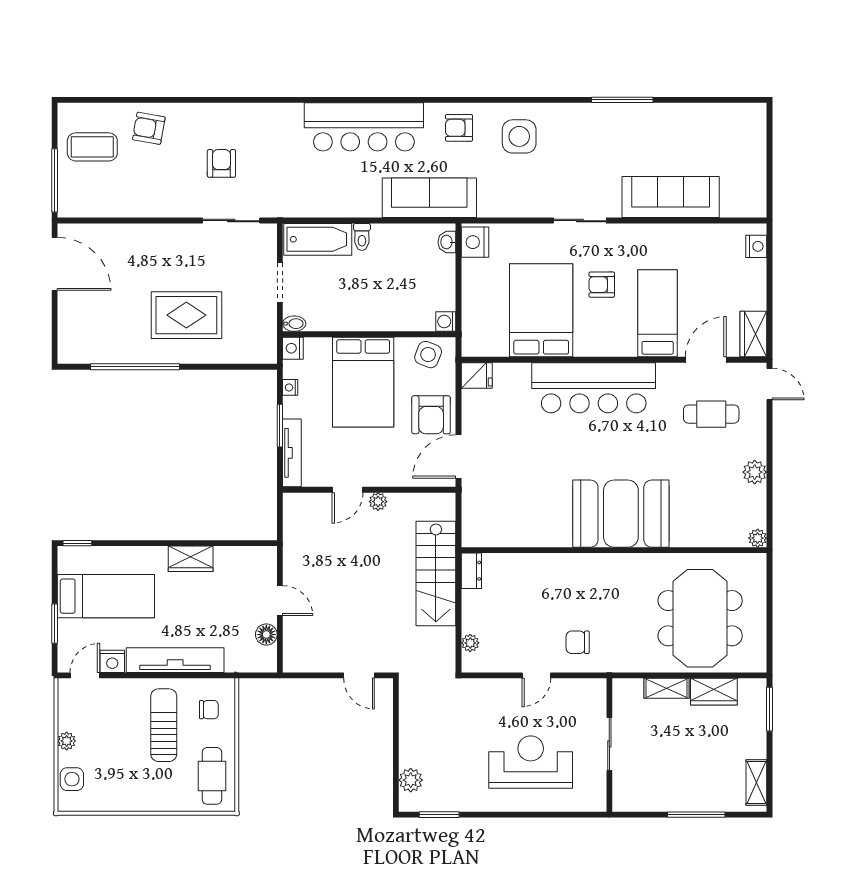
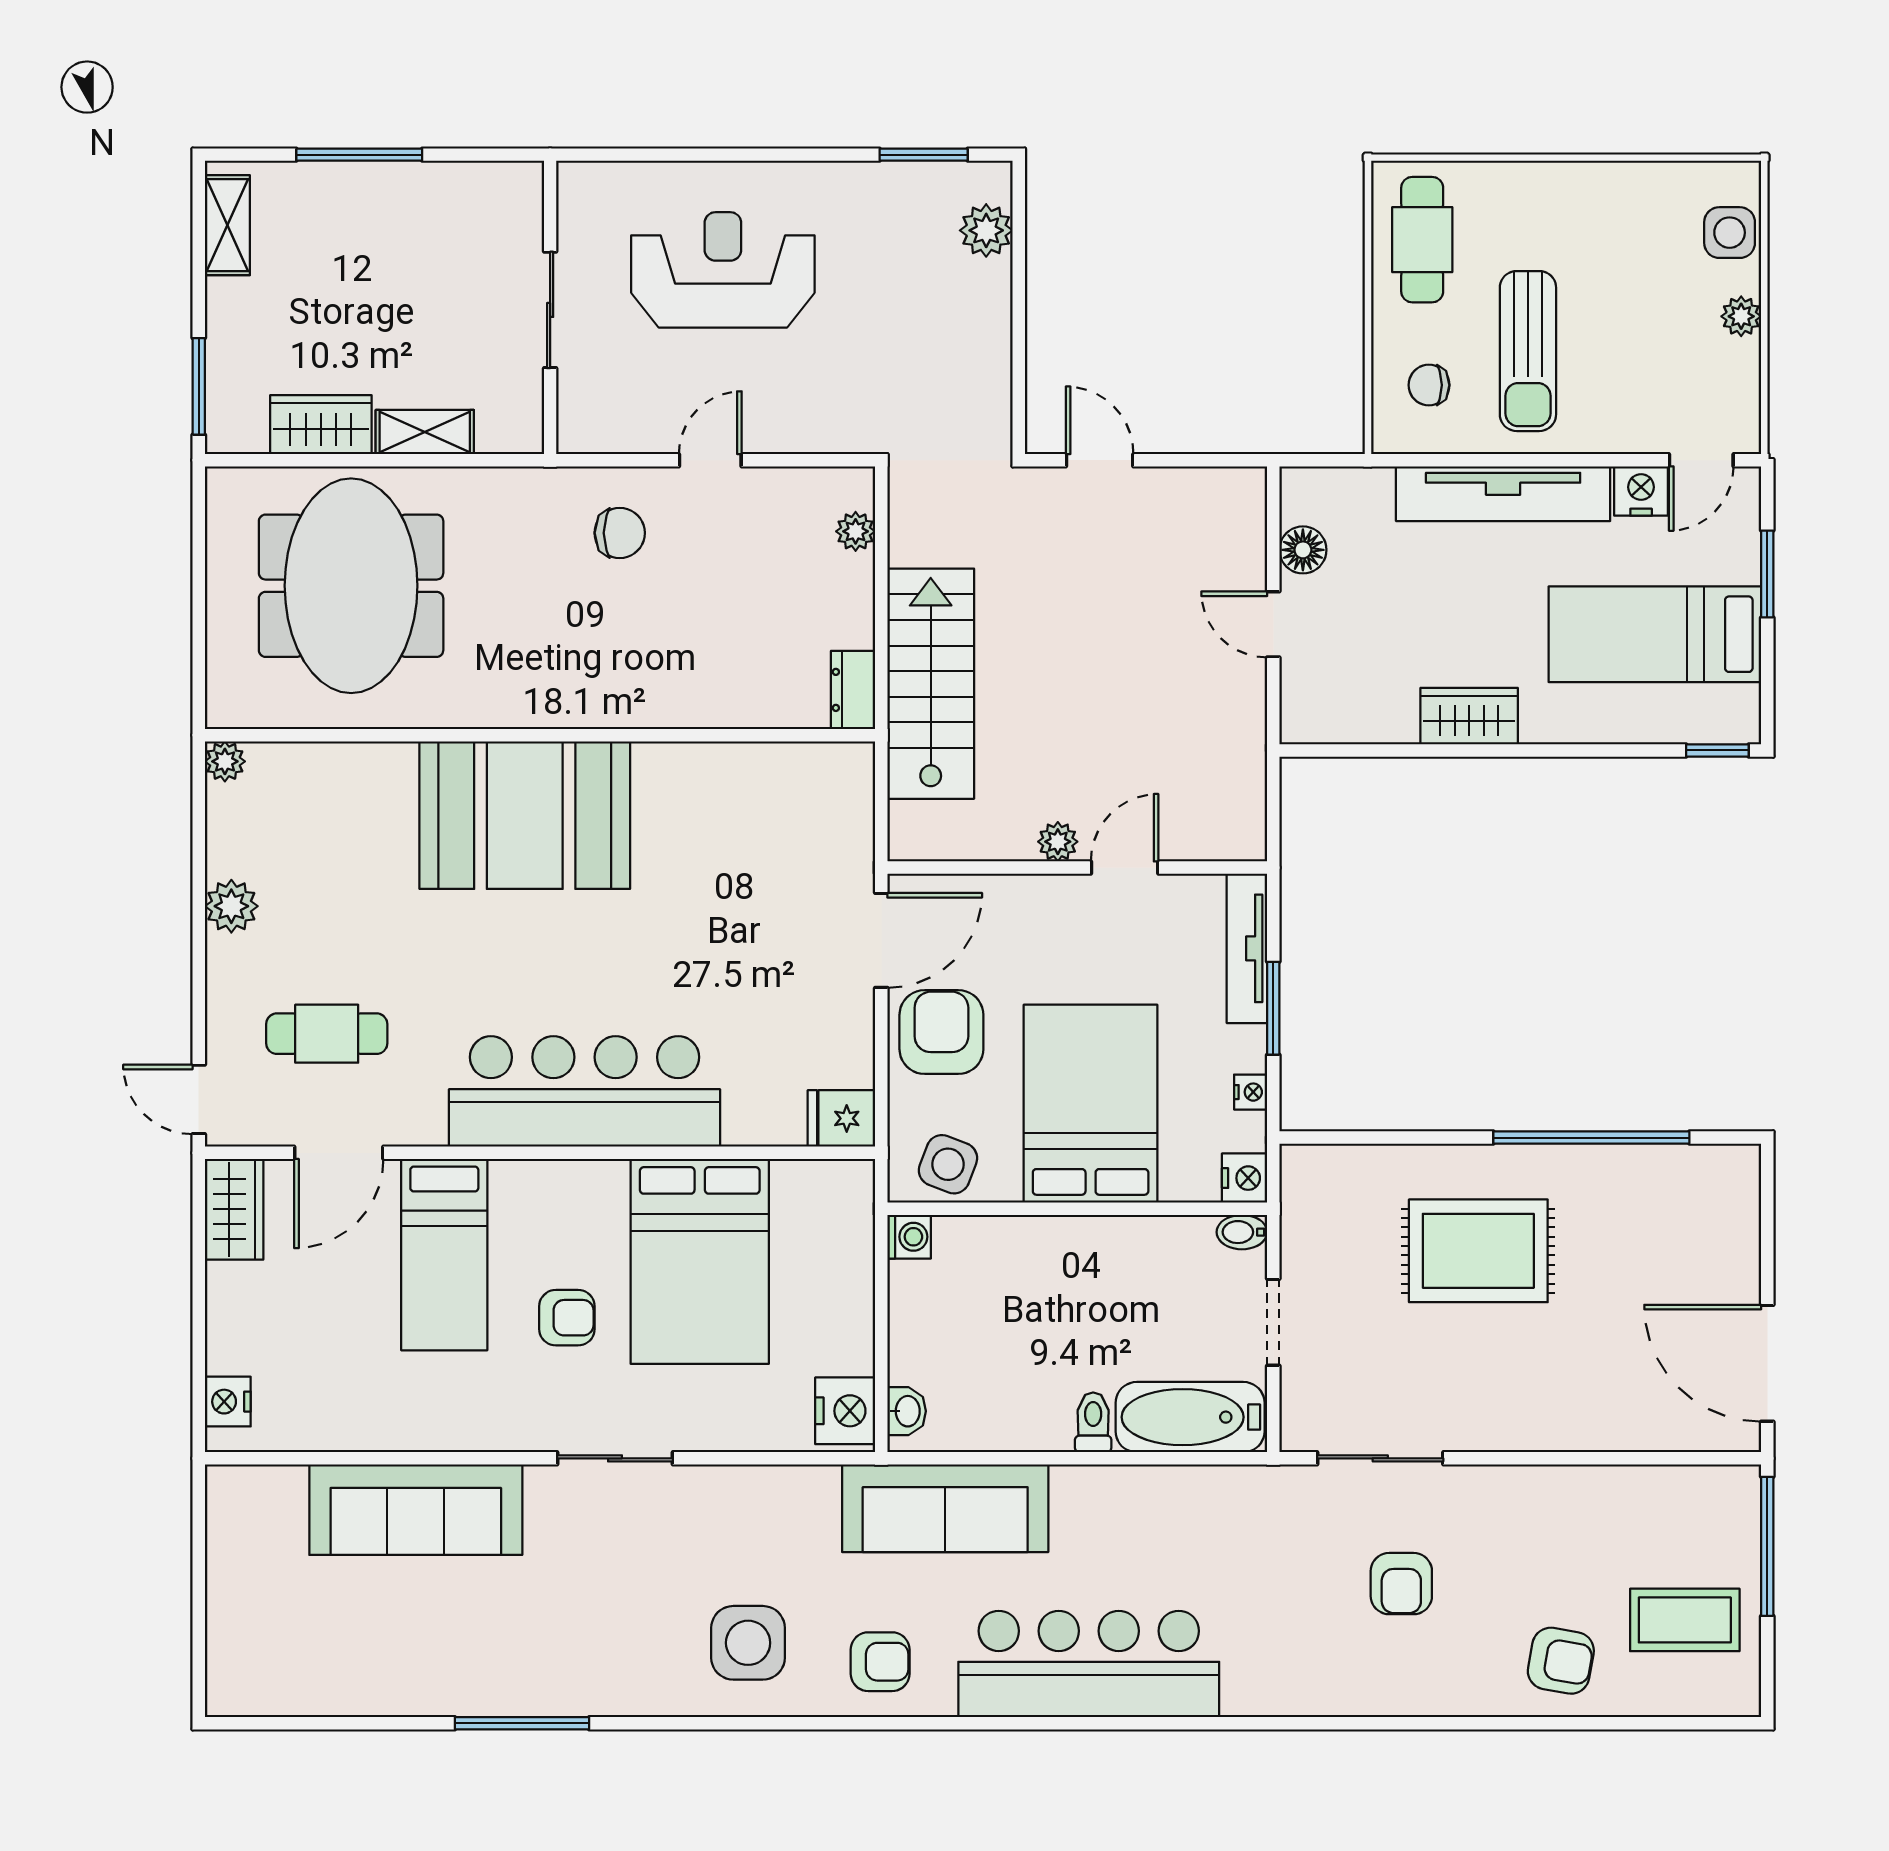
reception desk: (531, 762) -> (723, 270), turned 180

